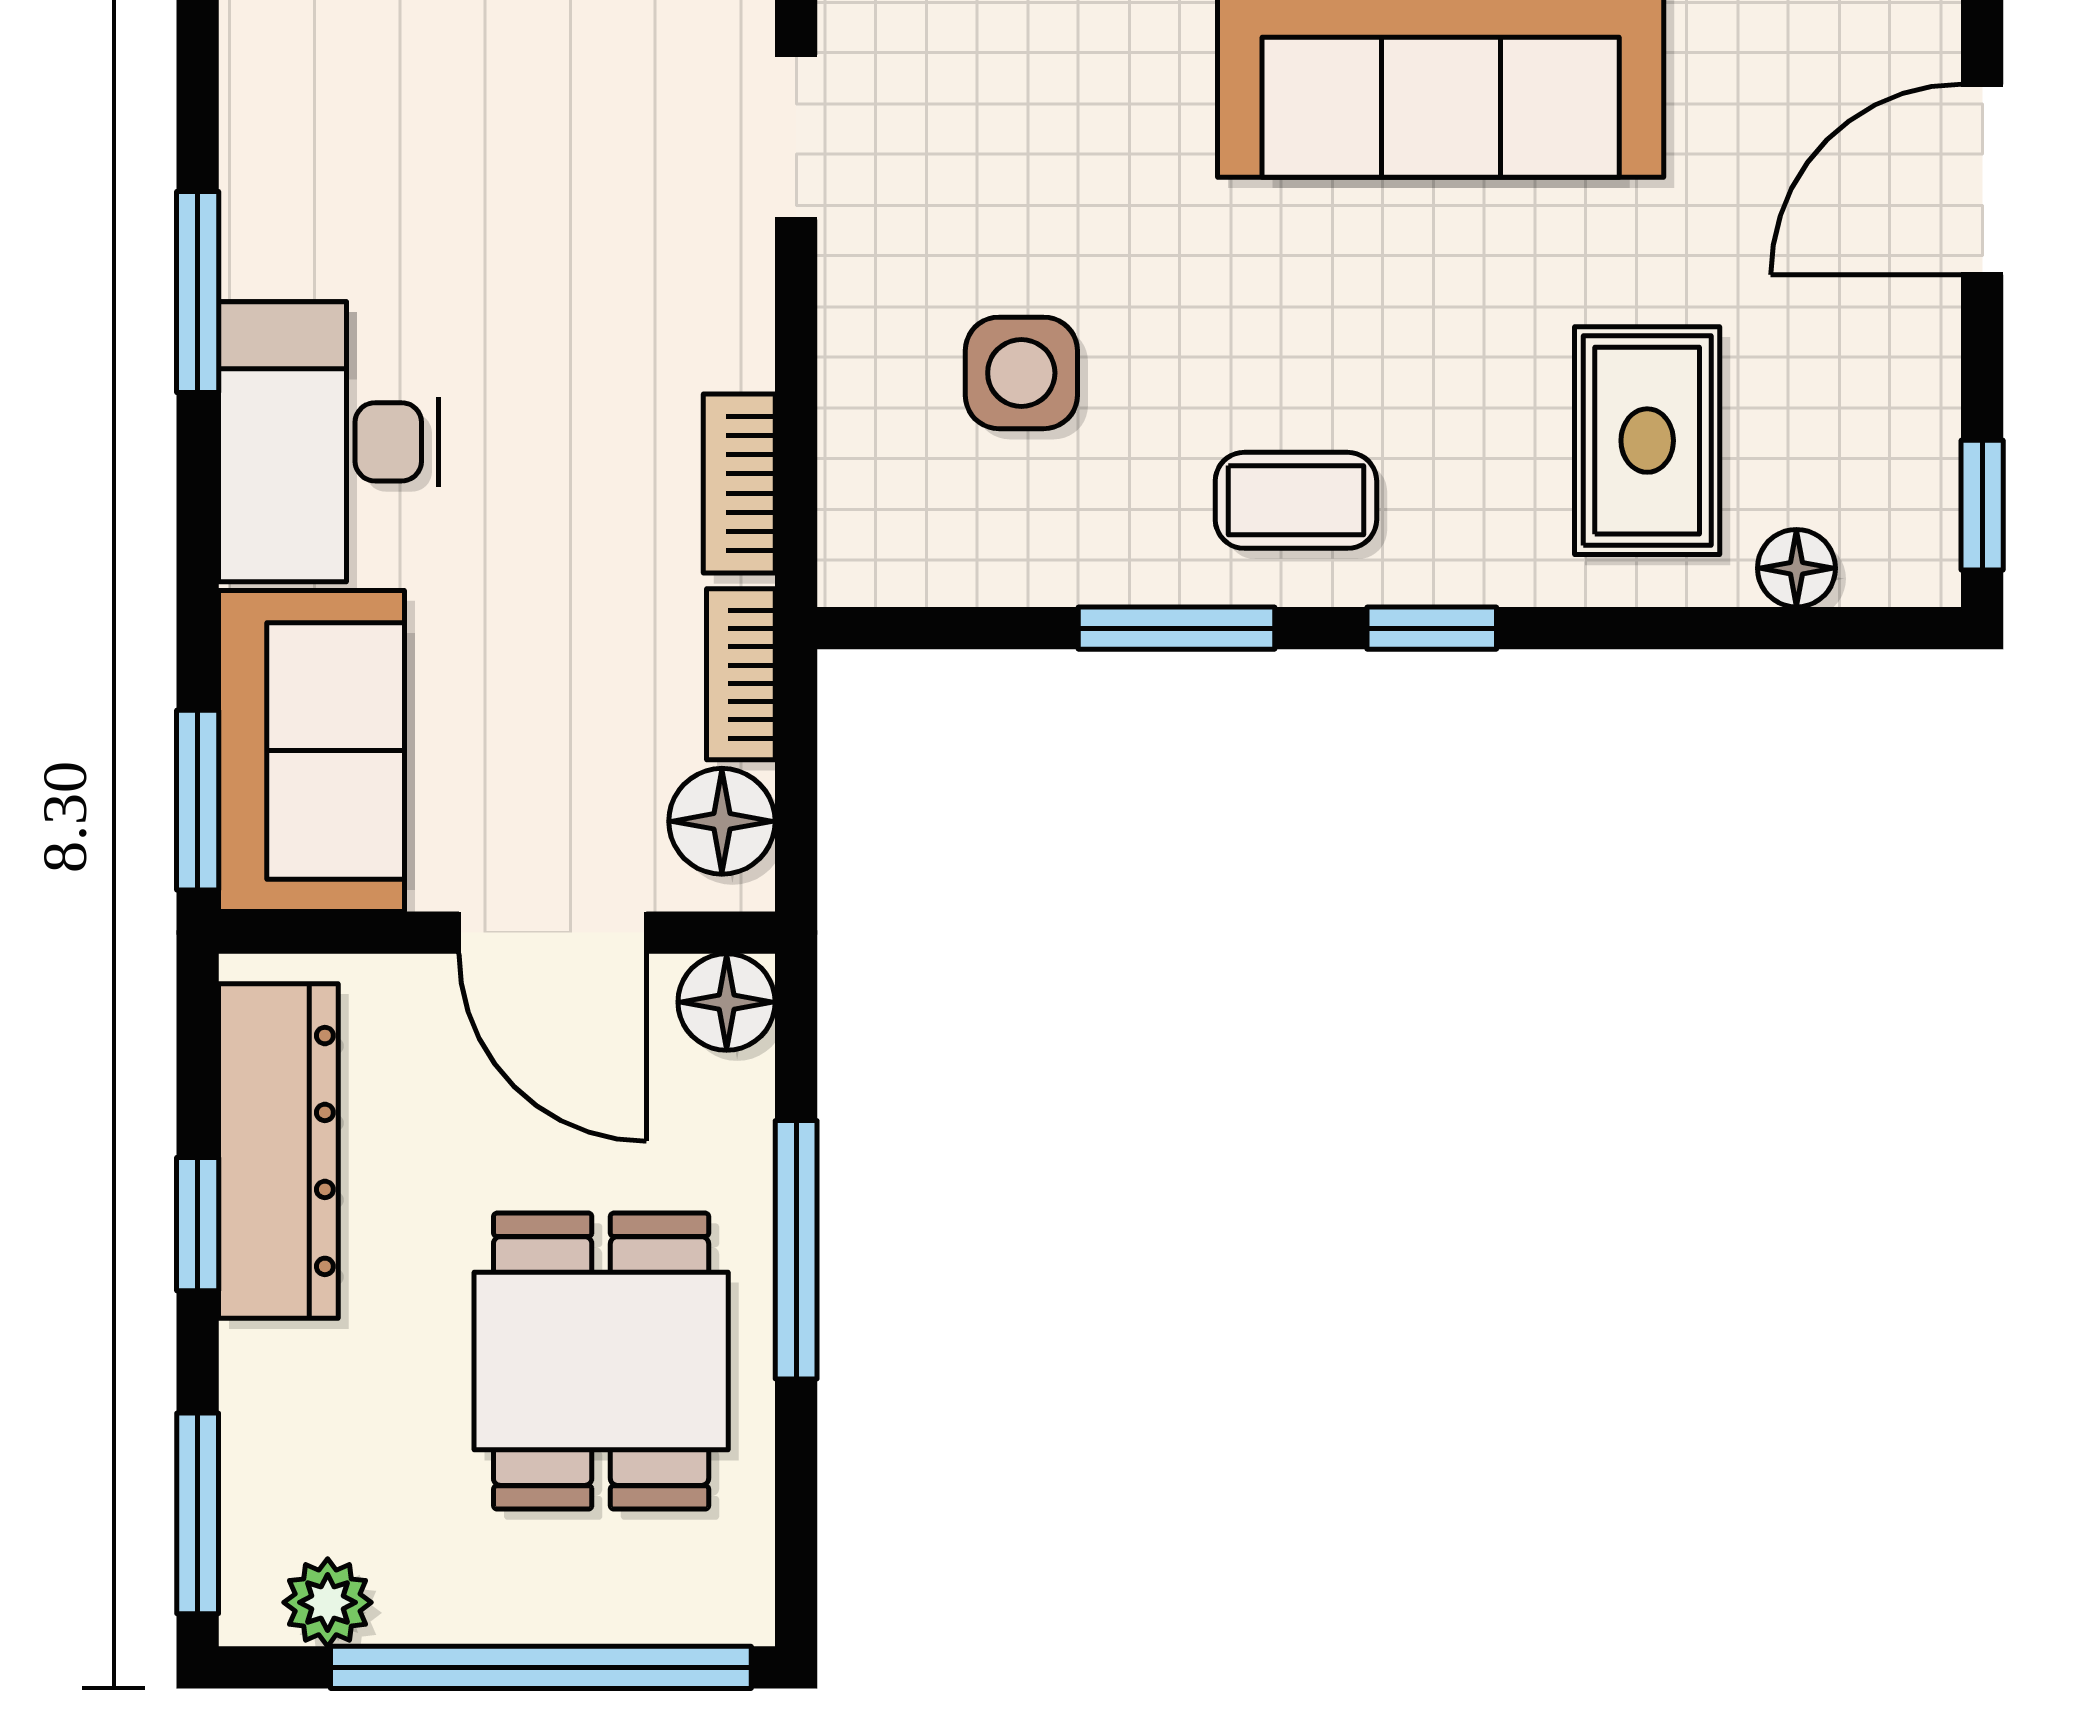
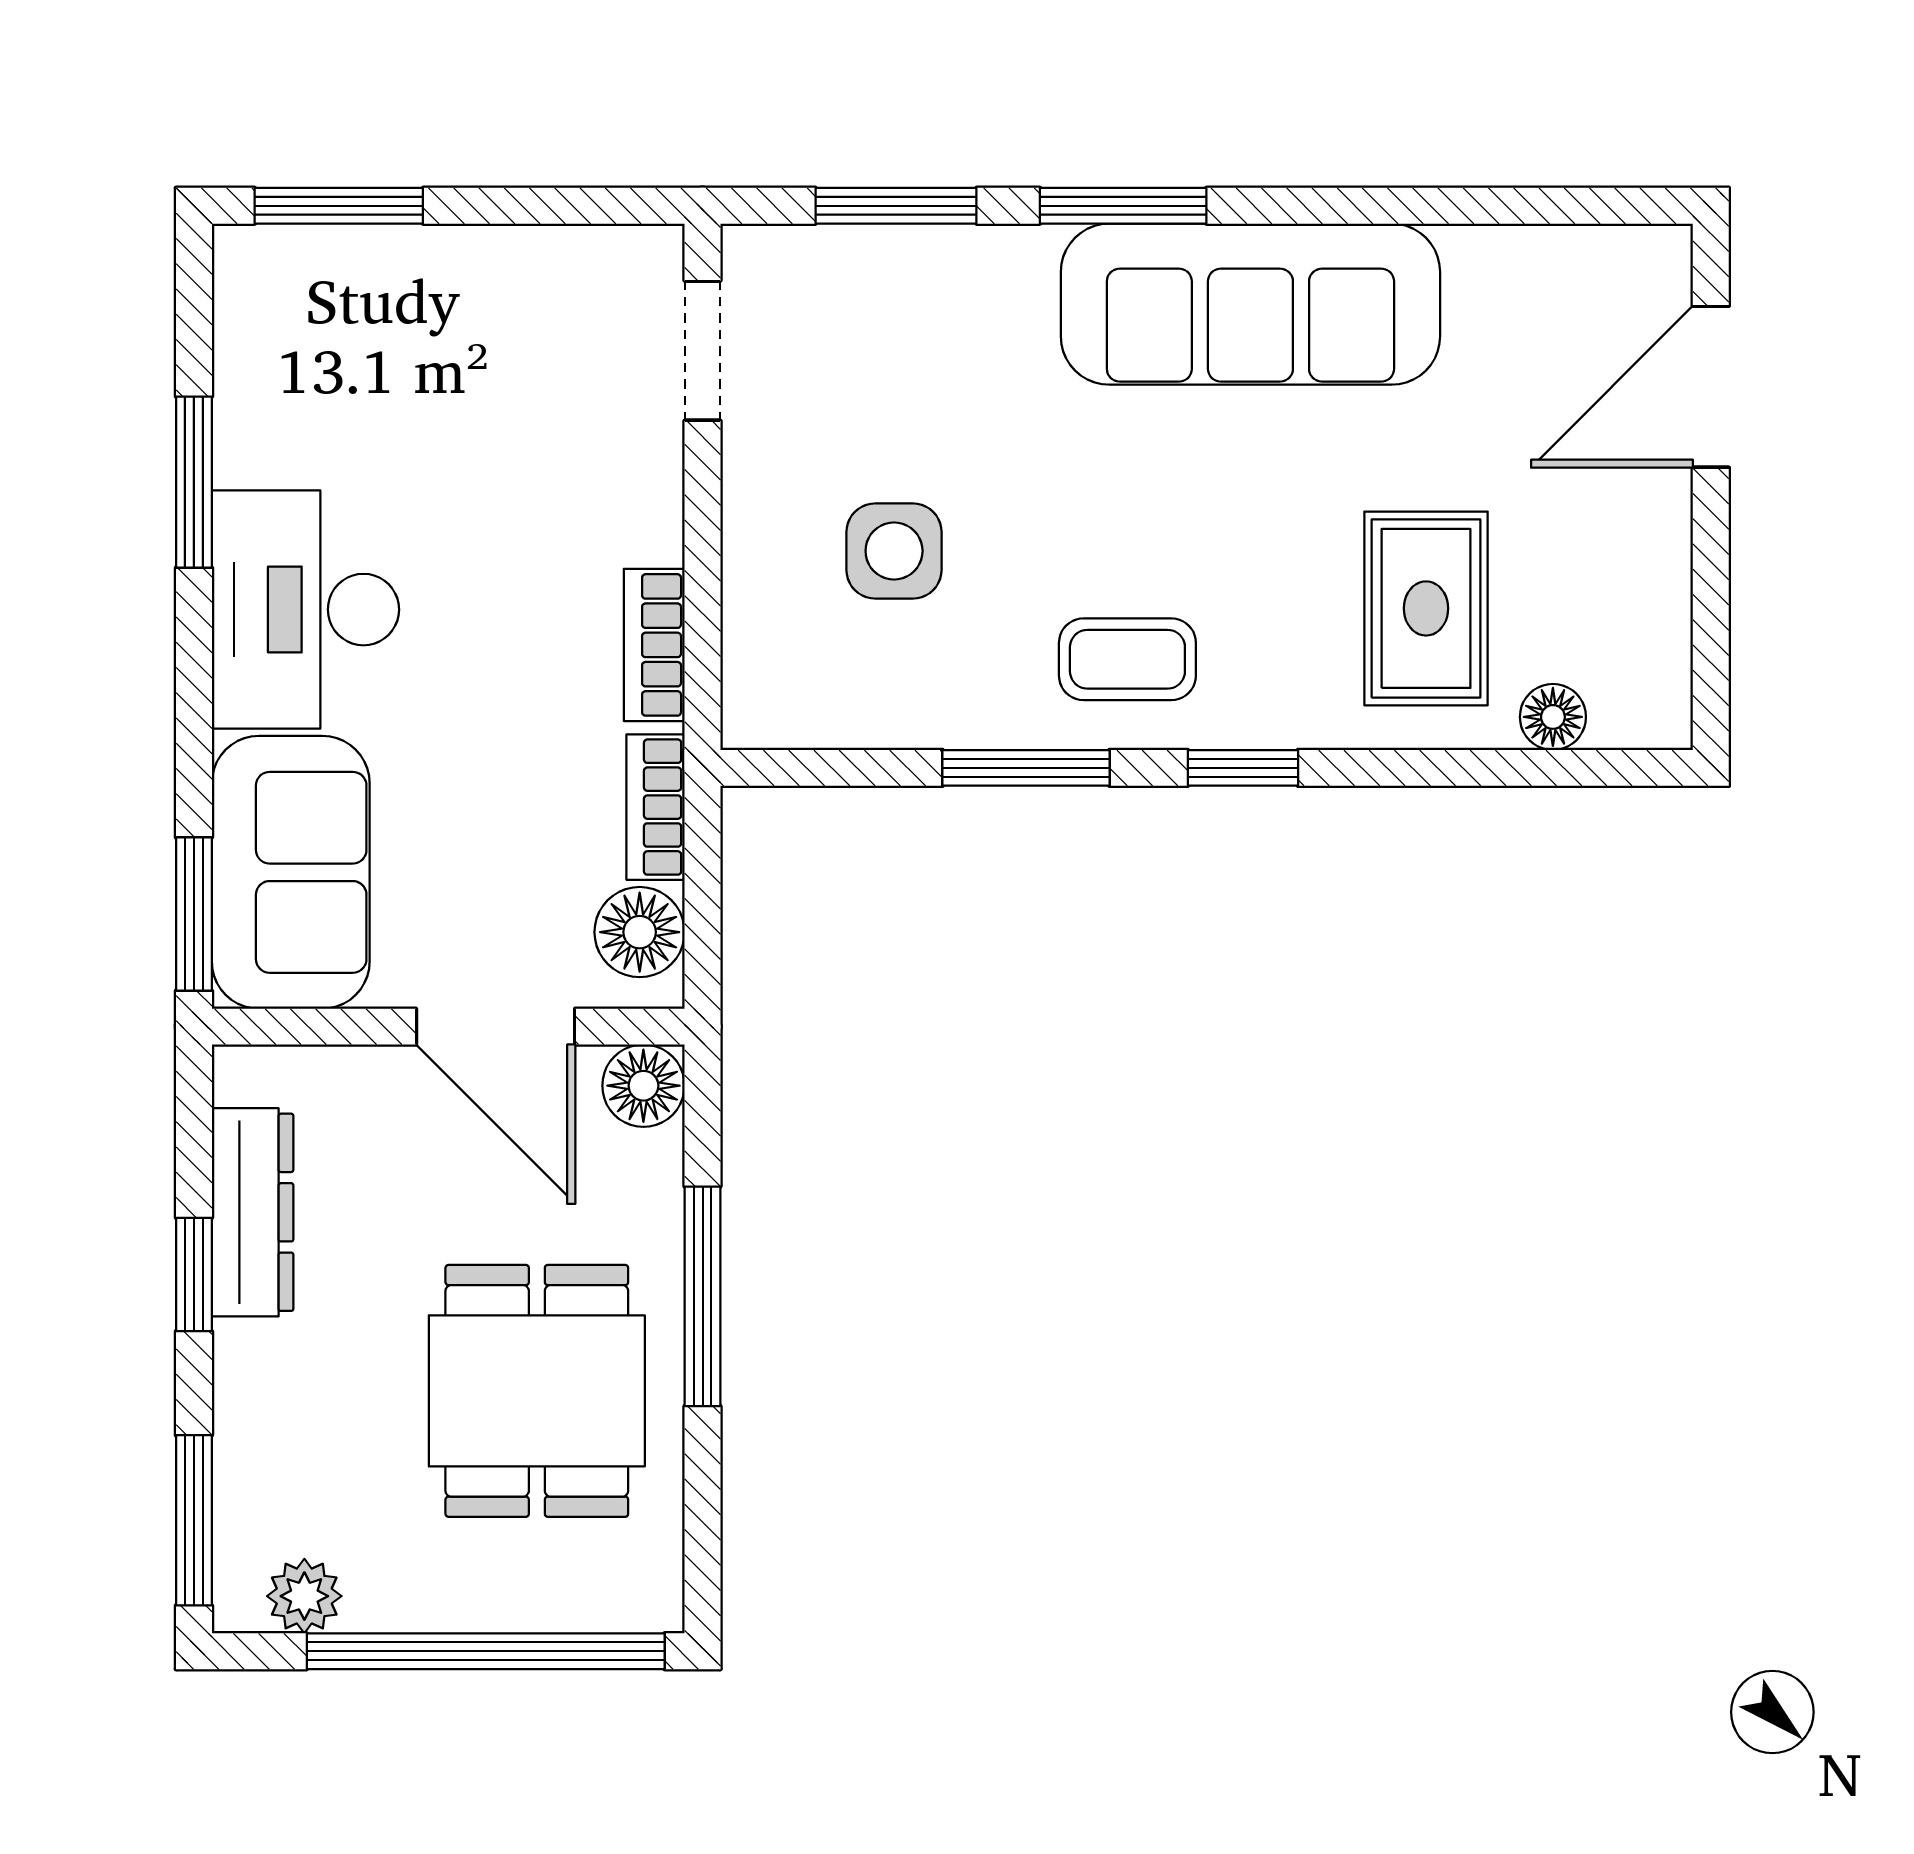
window: (1982, 505) -> (1711, 663), removed
dresser: (278, 1151) -> (253, 1212), width x0.73, depth x0.80

